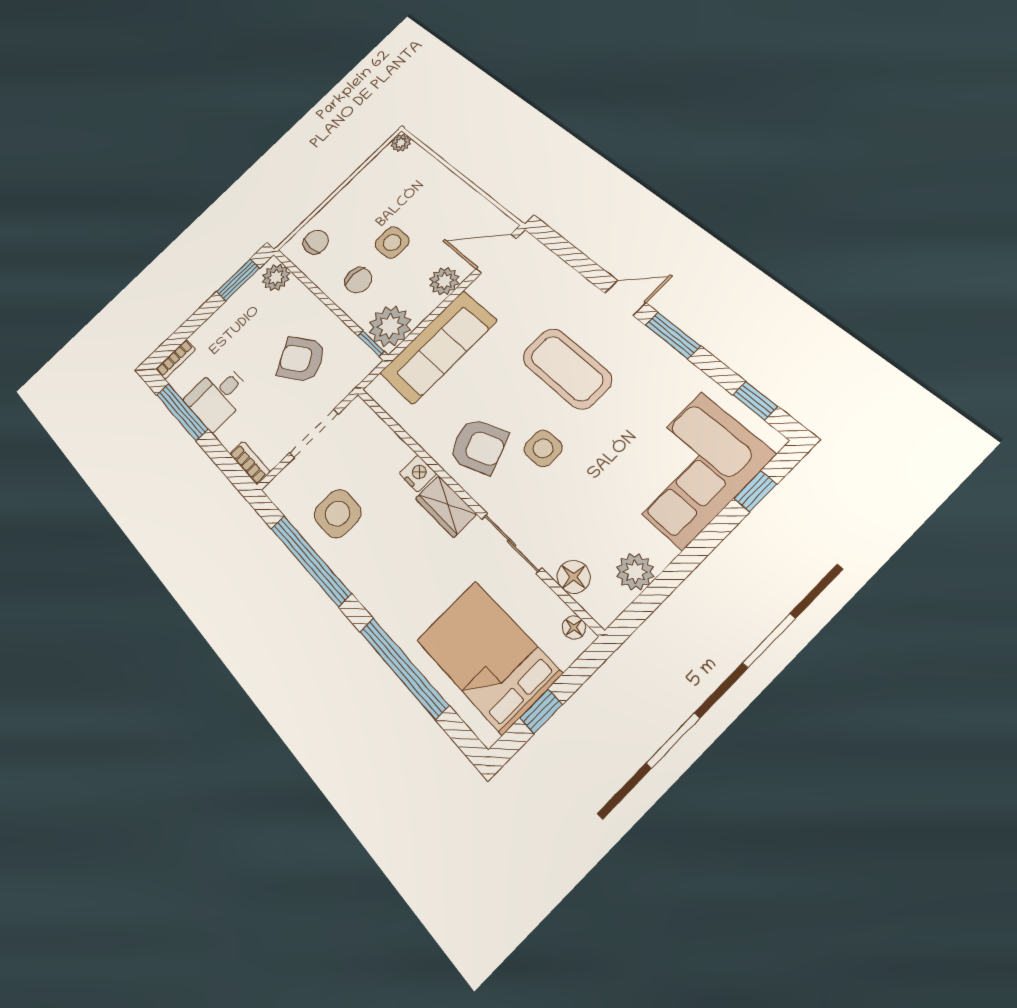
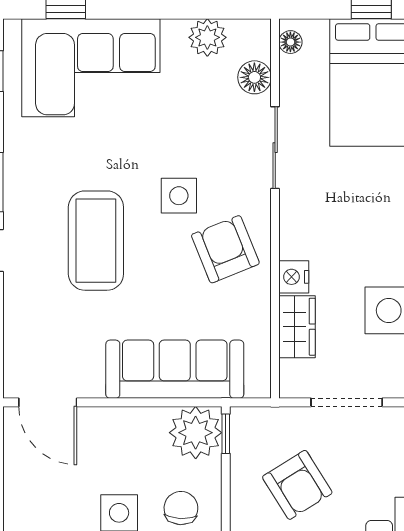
plant: (444, 281) -> (112, 425), removed
wardrobe: (446, 506) -> (297, 327), moved

